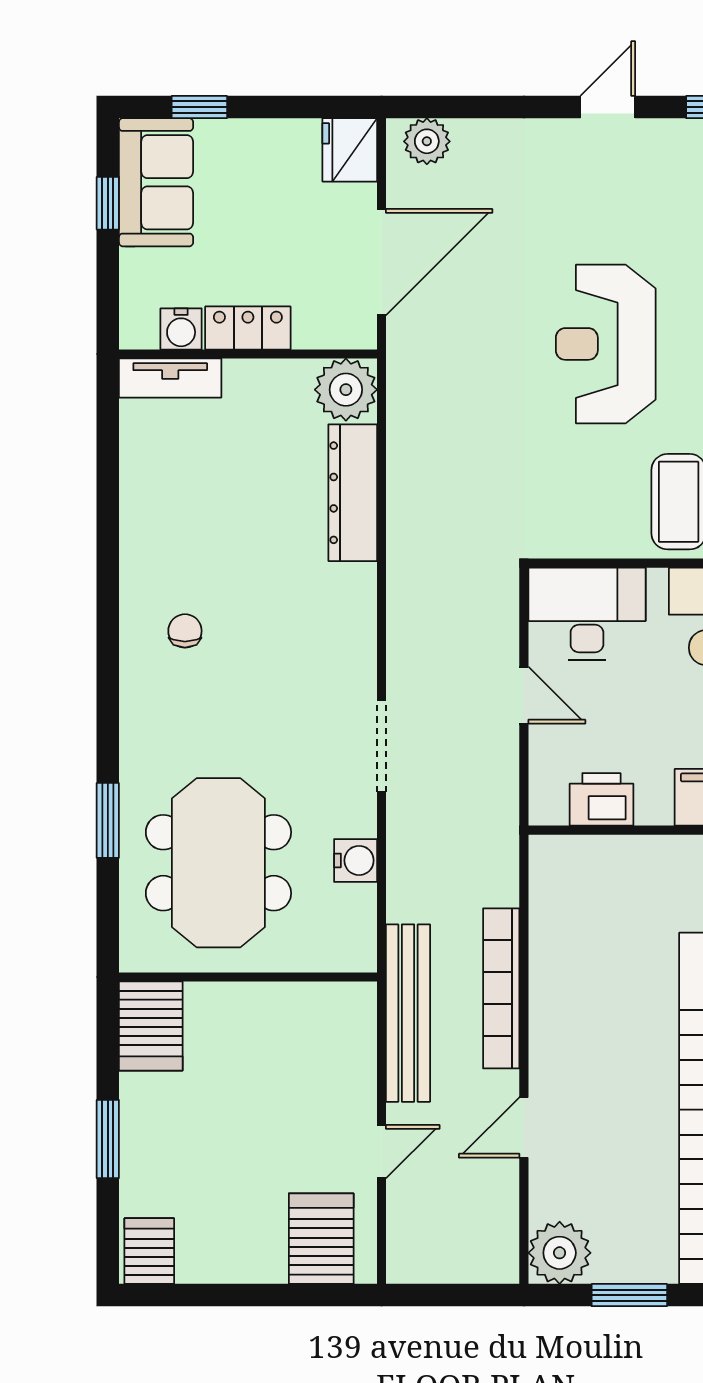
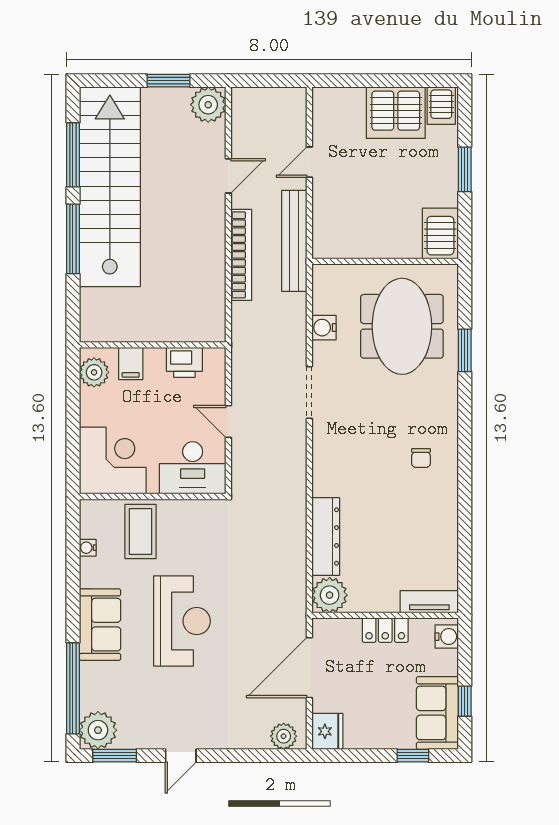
water cooler: (181, 329) -> (447, 637), moved, turned 90
server rack: (321, 1239) -> (396, 113), moved, width x1.60

